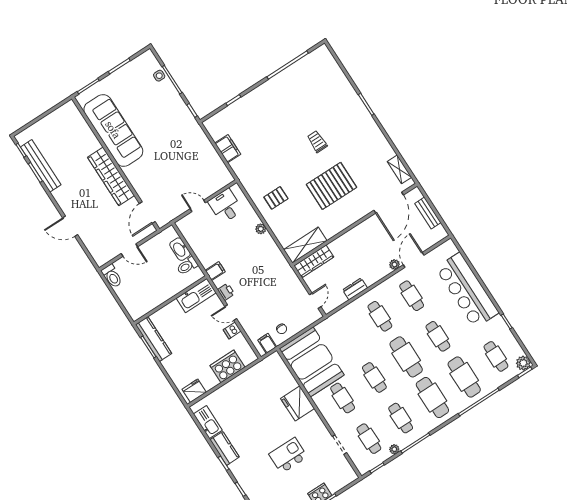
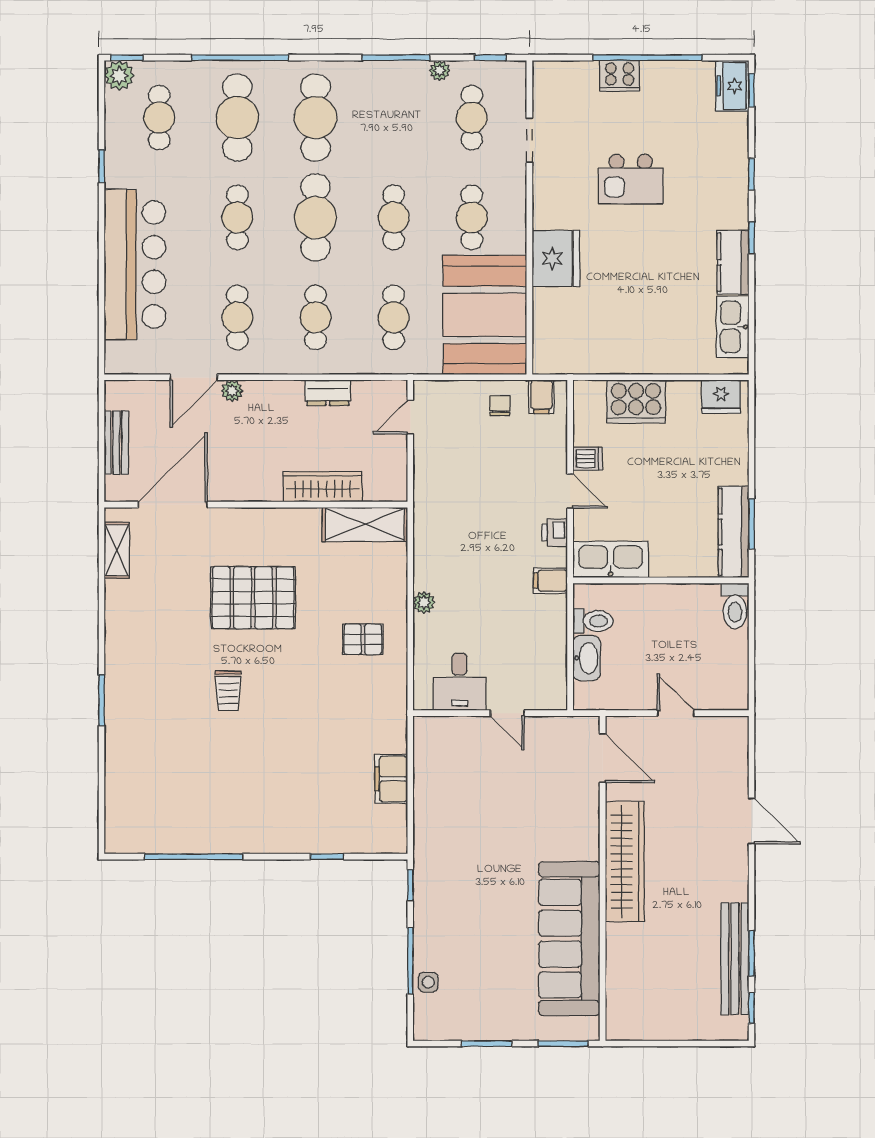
door: (147, 213) -> (603, 758), hinge flipped
wardrobe: (314, 261) -> (323, 487), moved
toilet: (112, 276) -> (735, 606), moved, turned 180
cafe table: (401, 418) -> (394, 317), moved

